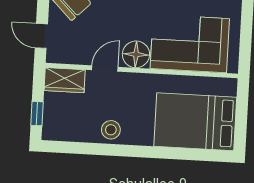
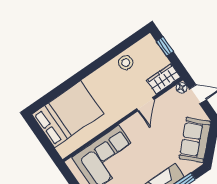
floor lamp: (136, 54) -> (182, 88), moved, width x0.53, depth x0.53
stool: (111, 130) -> (126, 63), moved

